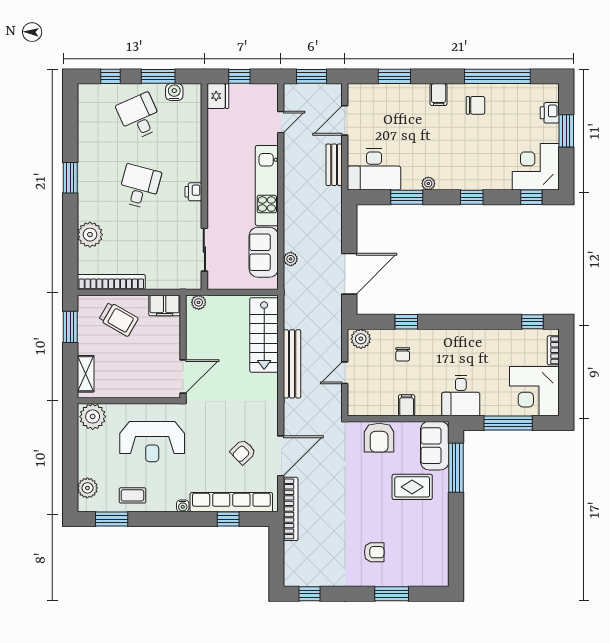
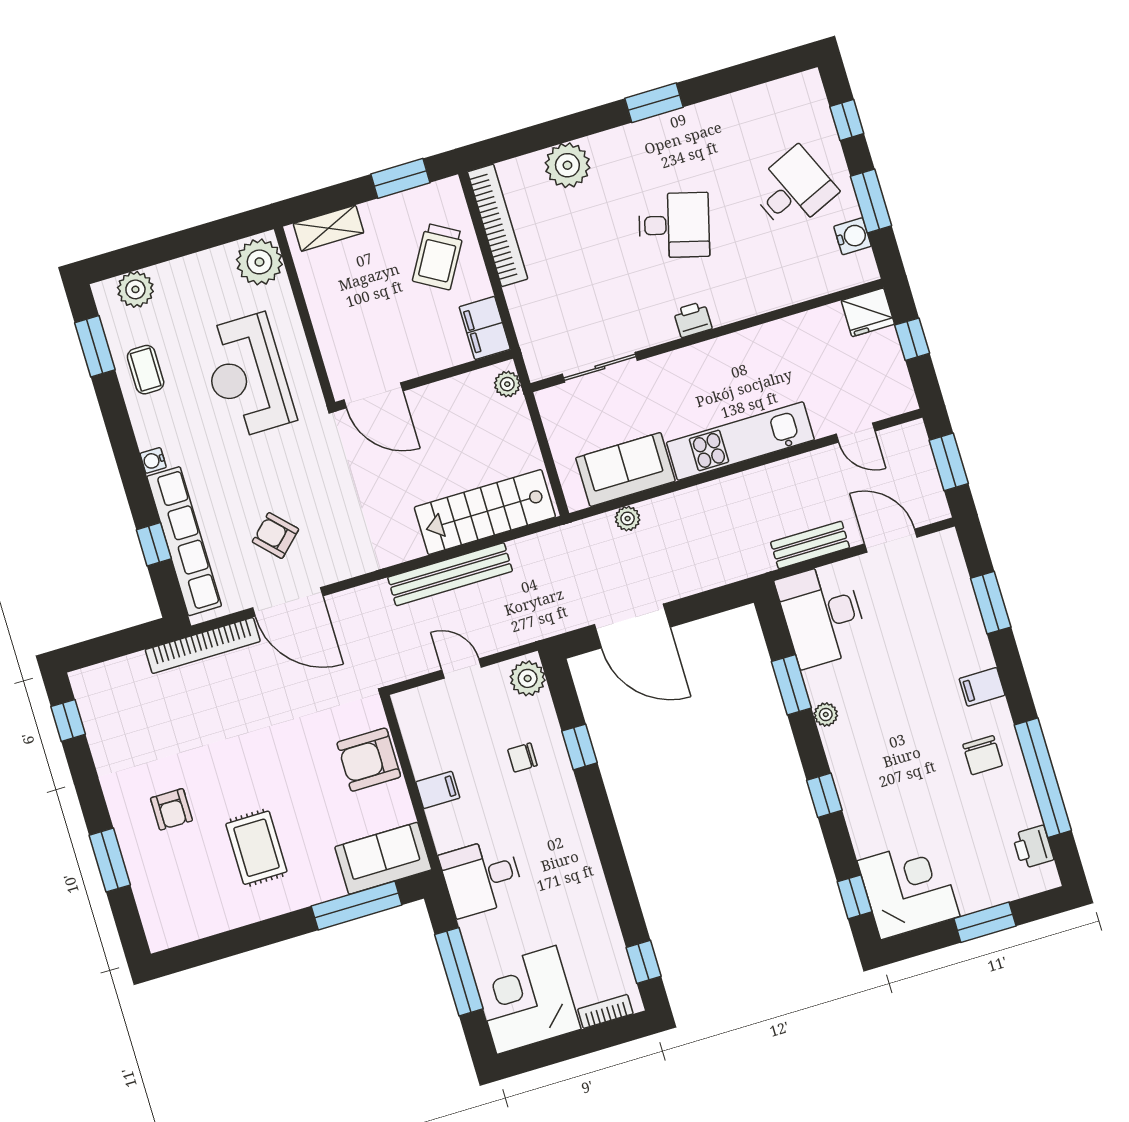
printer: (550, 113) -> (1033, 847), moved, turned -90
rug: (412, 487) -> (256, 848), moved

